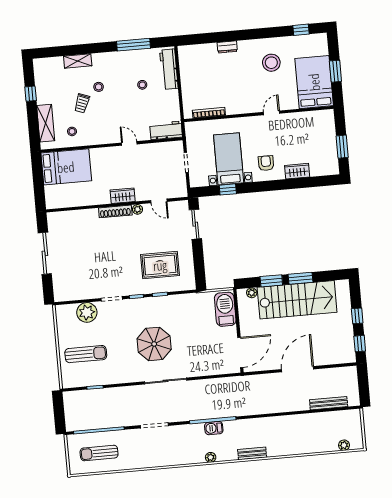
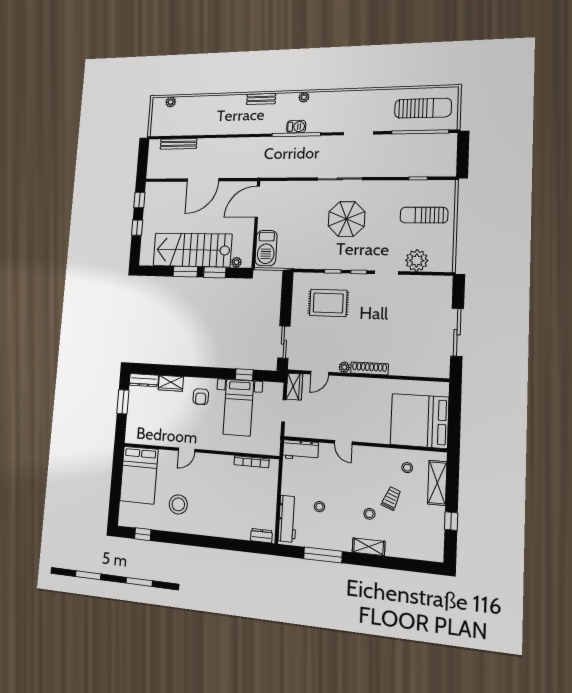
dresser: (227, 47) -> (261, 536), moved
shelving: (78, 61) -> (369, 547), moved
window: (335, 71) -> (116, 483), removed
bed: (66, 167) -> (420, 421), width x1.36
dresser: (325, 170) -> (144, 380), added
wardrobe: (123, 196) -> (294, 387), moved, turned -90
door: (159, 201) -> (320, 373), swing flipped
sun lounger: (99, 453) -> (423, 108), width x1.36, depth x1.34

